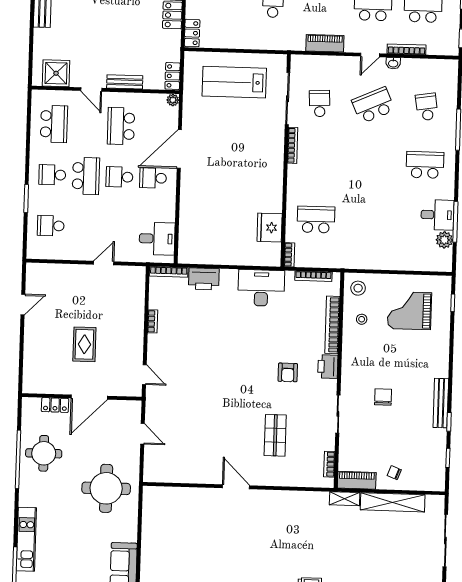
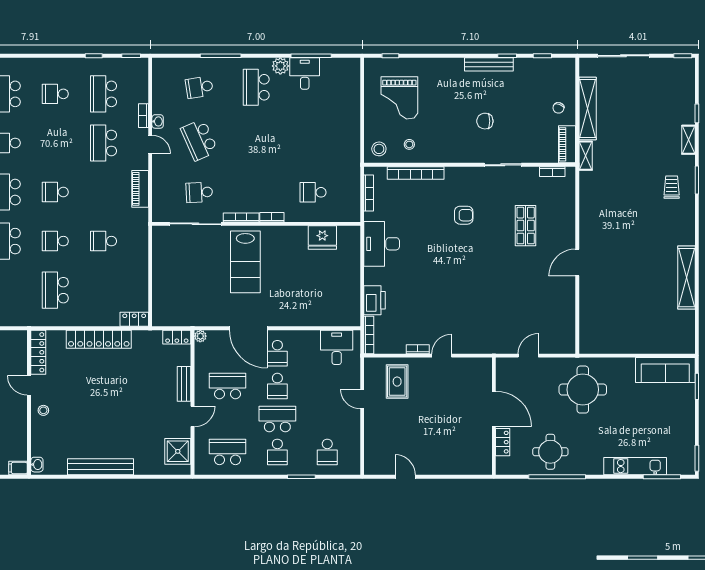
bookcase: (407, 49) -> (144, 116), width x0.64
lab bench: (234, 82) -> (245, 262), moved
school desk: (121, 126) -> (227, 386), turned 180
school desk: (316, 220) -> (313, 192), width x0.54
plant: (444, 240) -> (280, 66), moved
bookcase: (289, 255) -> (272, 217), moved
rug: (84, 344) -> (397, 382), moved, turned 90
printer: (328, 366) -> (457, 176), removed
door: (144, 375) -> (442, 356), moved
shop shelf: (275, 435) -> (526, 226), turned 90

